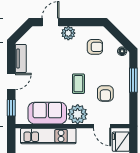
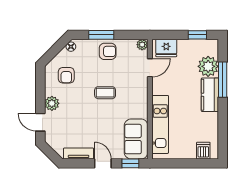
armchair: (95, 47) -> (66, 75), turned 180
armchair: (105, 93) -> (108, 51), moved
sofa: (47, 113) -> (136, 139), moved
plant: (78, 114) -> (142, 45), moved, width x0.53, depth x0.53

